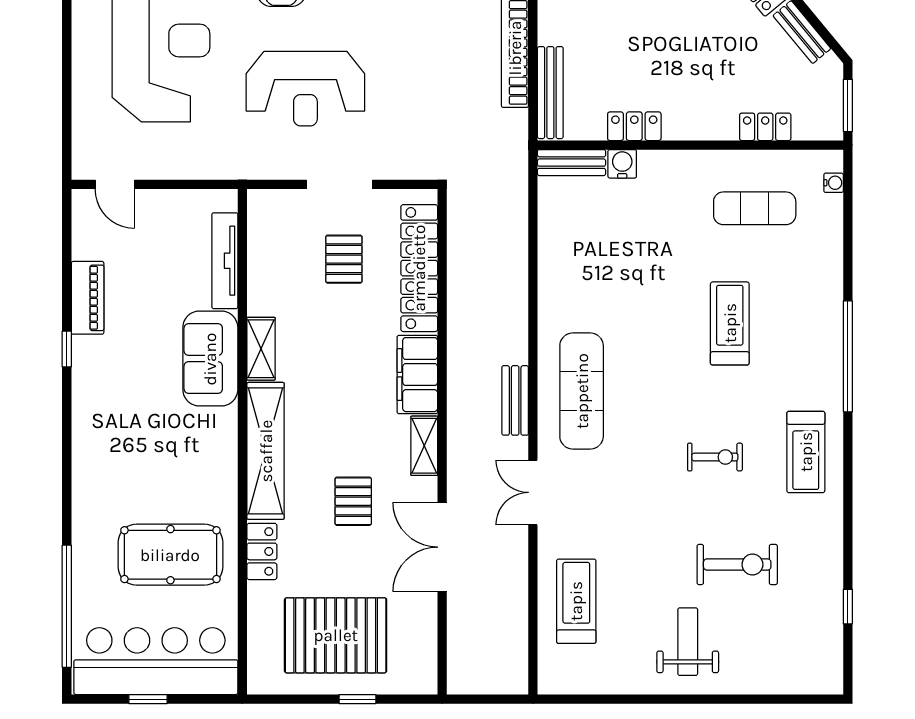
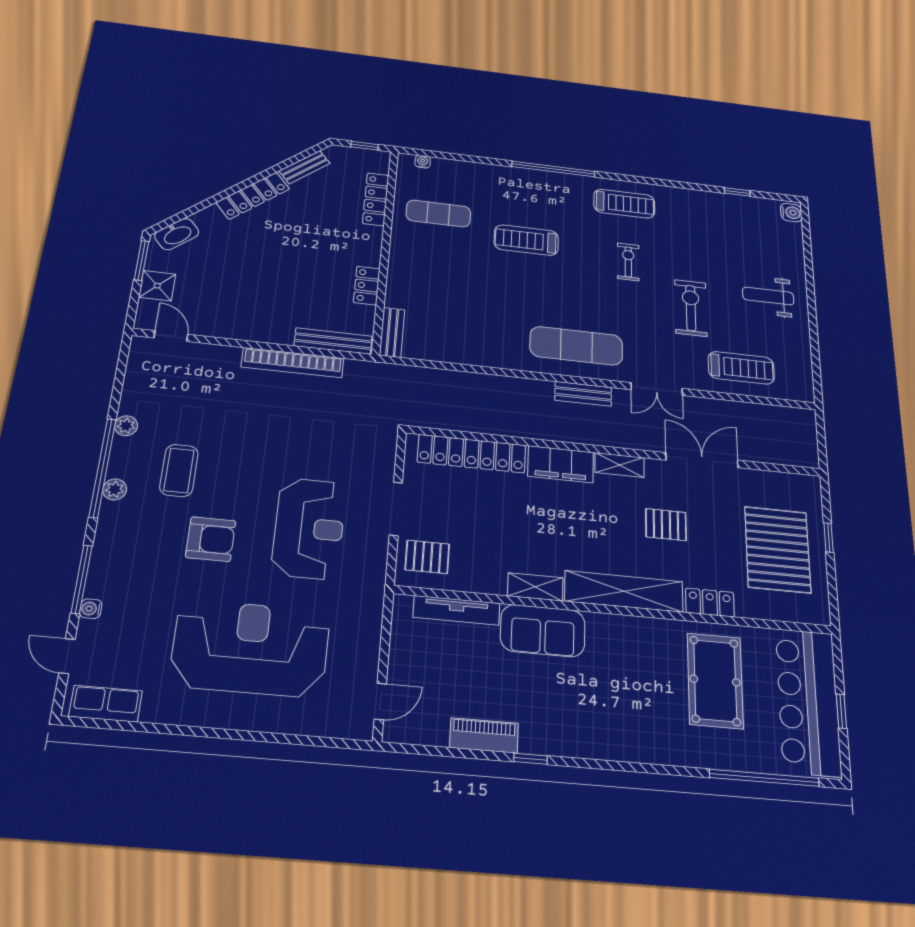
window: (848, 105) -> (365, 146), width x0.67
locker: (765, 127) -> (376, 199), width x1.53
water cooler: (622, 164) -> (791, 212), moved, turned 180
exercise mat: (755, 208) -> (438, 214), turned 90
pallet: (344, 259) -> (427, 557), moved
double door: (442, 547) -> (702, 460), swing flipped
exercise bike: (737, 564) -> (691, 308), moved
treadmill: (576, 601) -> (741, 368), turned 180

